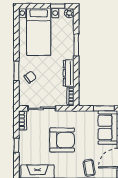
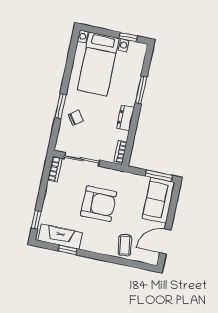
plant: (69, 13) -> (141, 49), removed
dresser: (69, 73) -> (125, 118), width x0.70
window: (16, 145) -> (36, 220), moved

